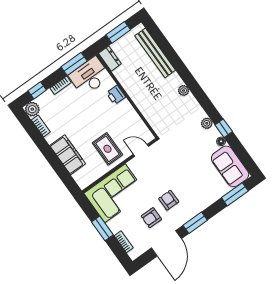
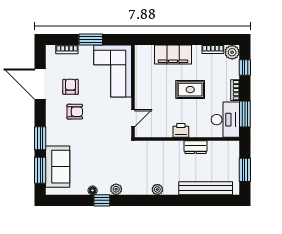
dresser: (110, 59) -> (196, 147), moved
printer: (116, 95) -> (181, 130), moved
rug: (107, 149) -> (190, 90), moved
sofa: (230, 166) -> (58, 167), moved, turned 90
window: (195, 223) -> (40, 138), moved

